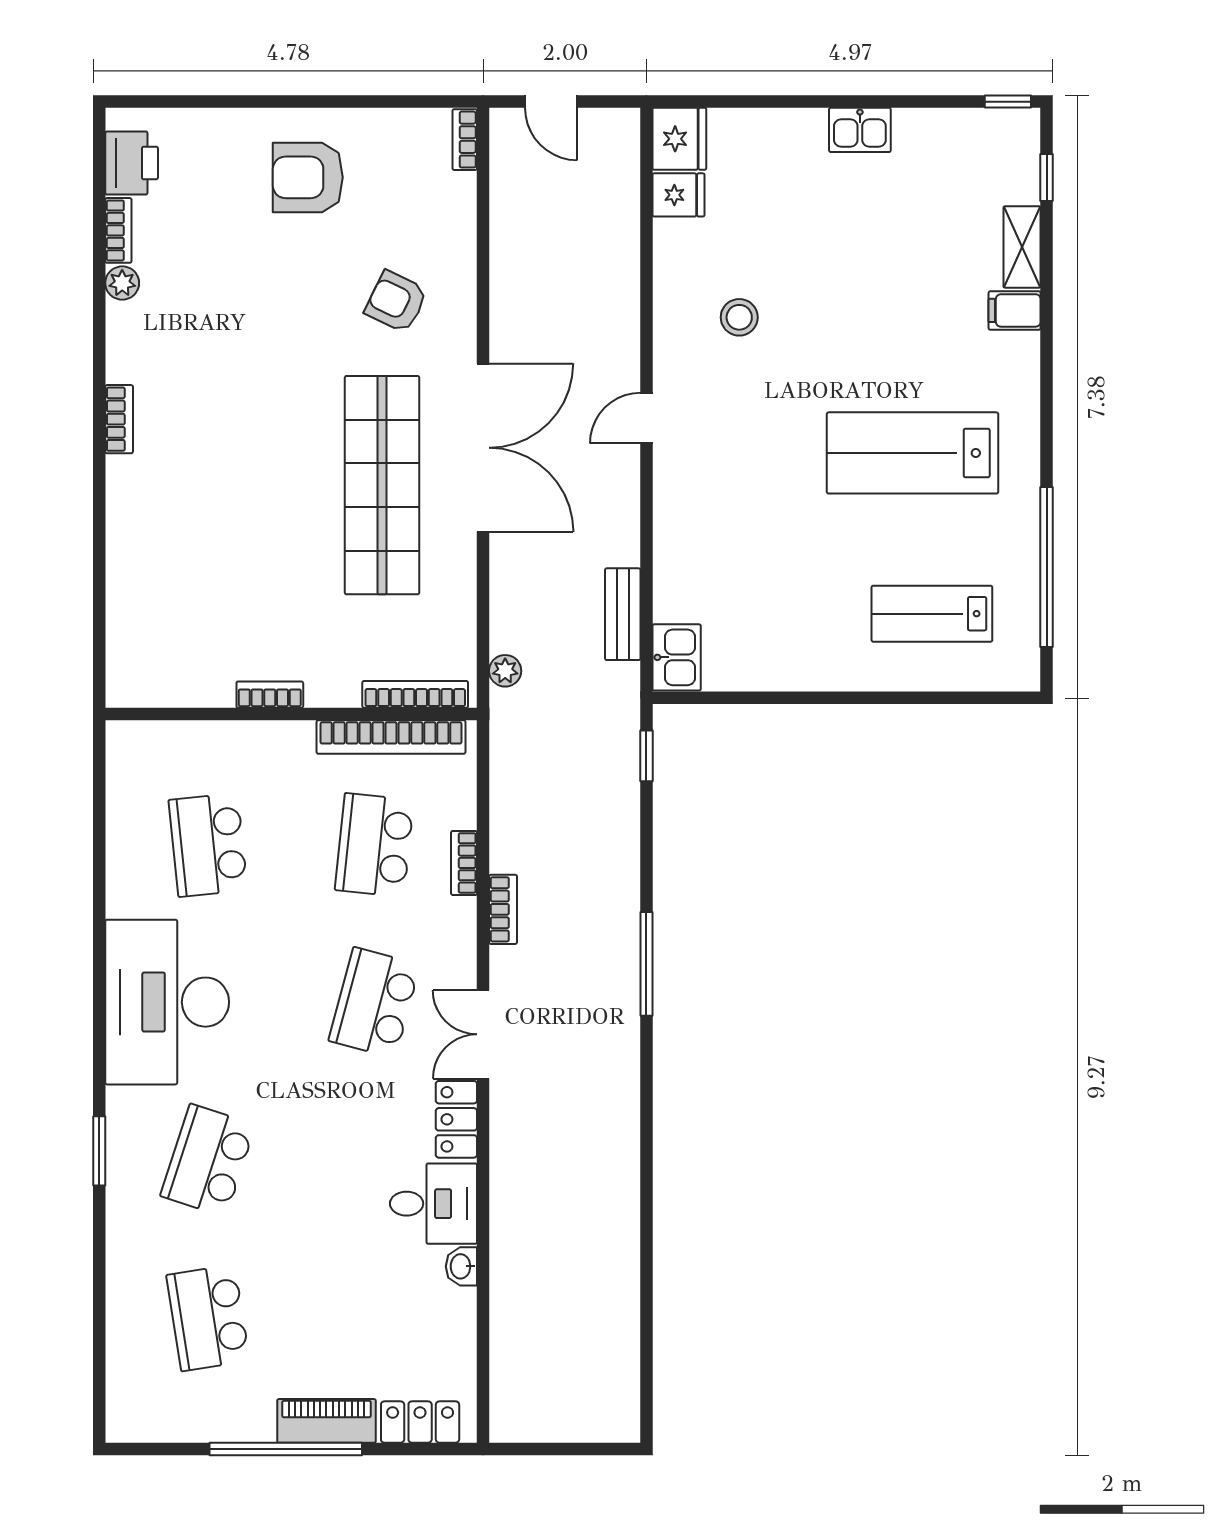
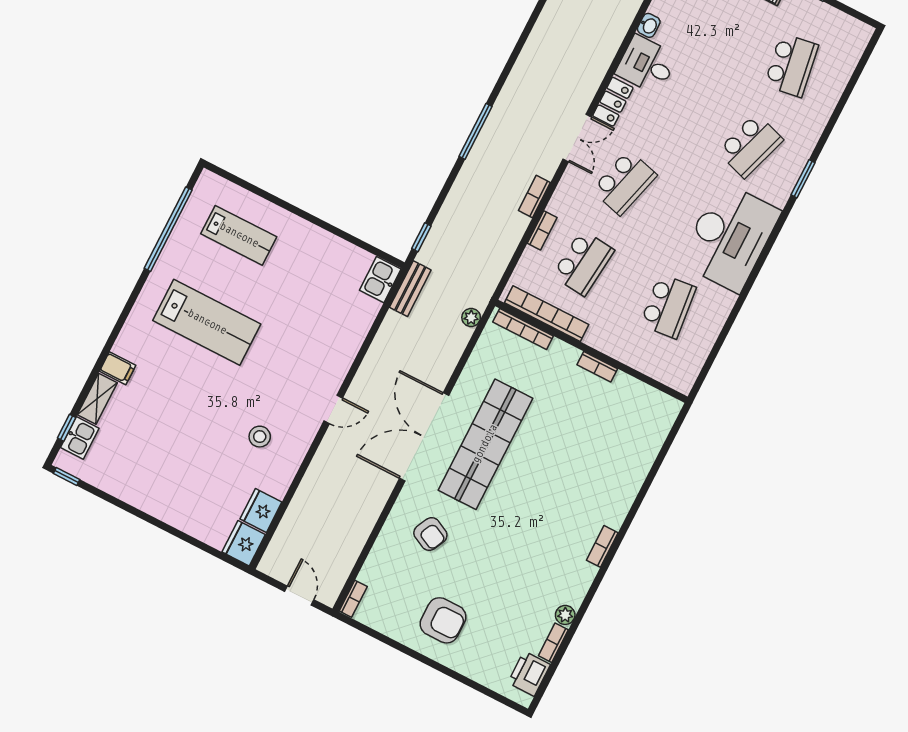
kitchen sink: (860, 130) -> (80, 438), moved, turned 90
fridge: (678, 195) -> (261, 511), width x1.38
bench: (623, 614) -> (410, 289), moved

